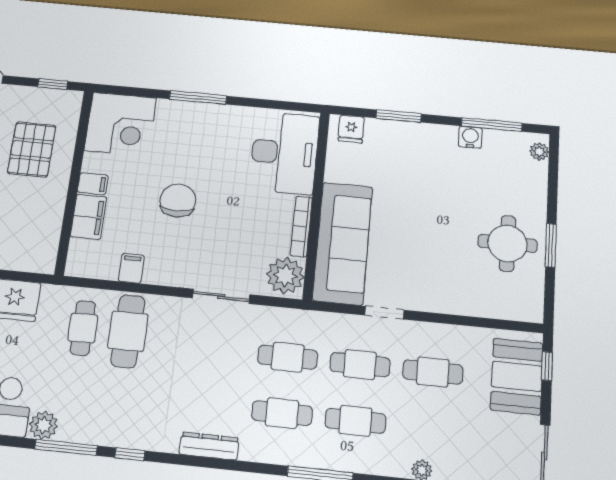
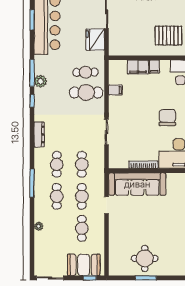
chair: (178, 201) -> (167, 117), moved, turned -90
plant: (285, 276) -> (119, 160), removed
plant: (44, 425) -> (41, 81), moved

